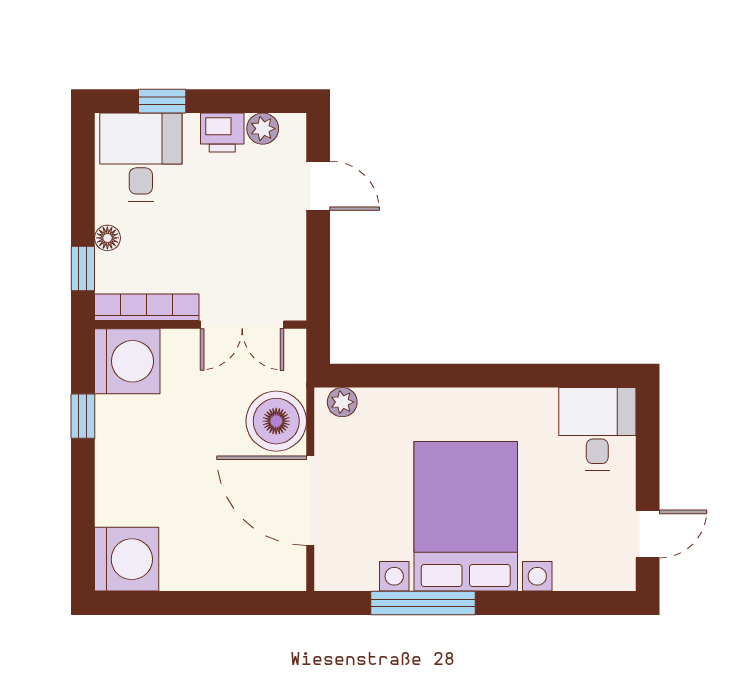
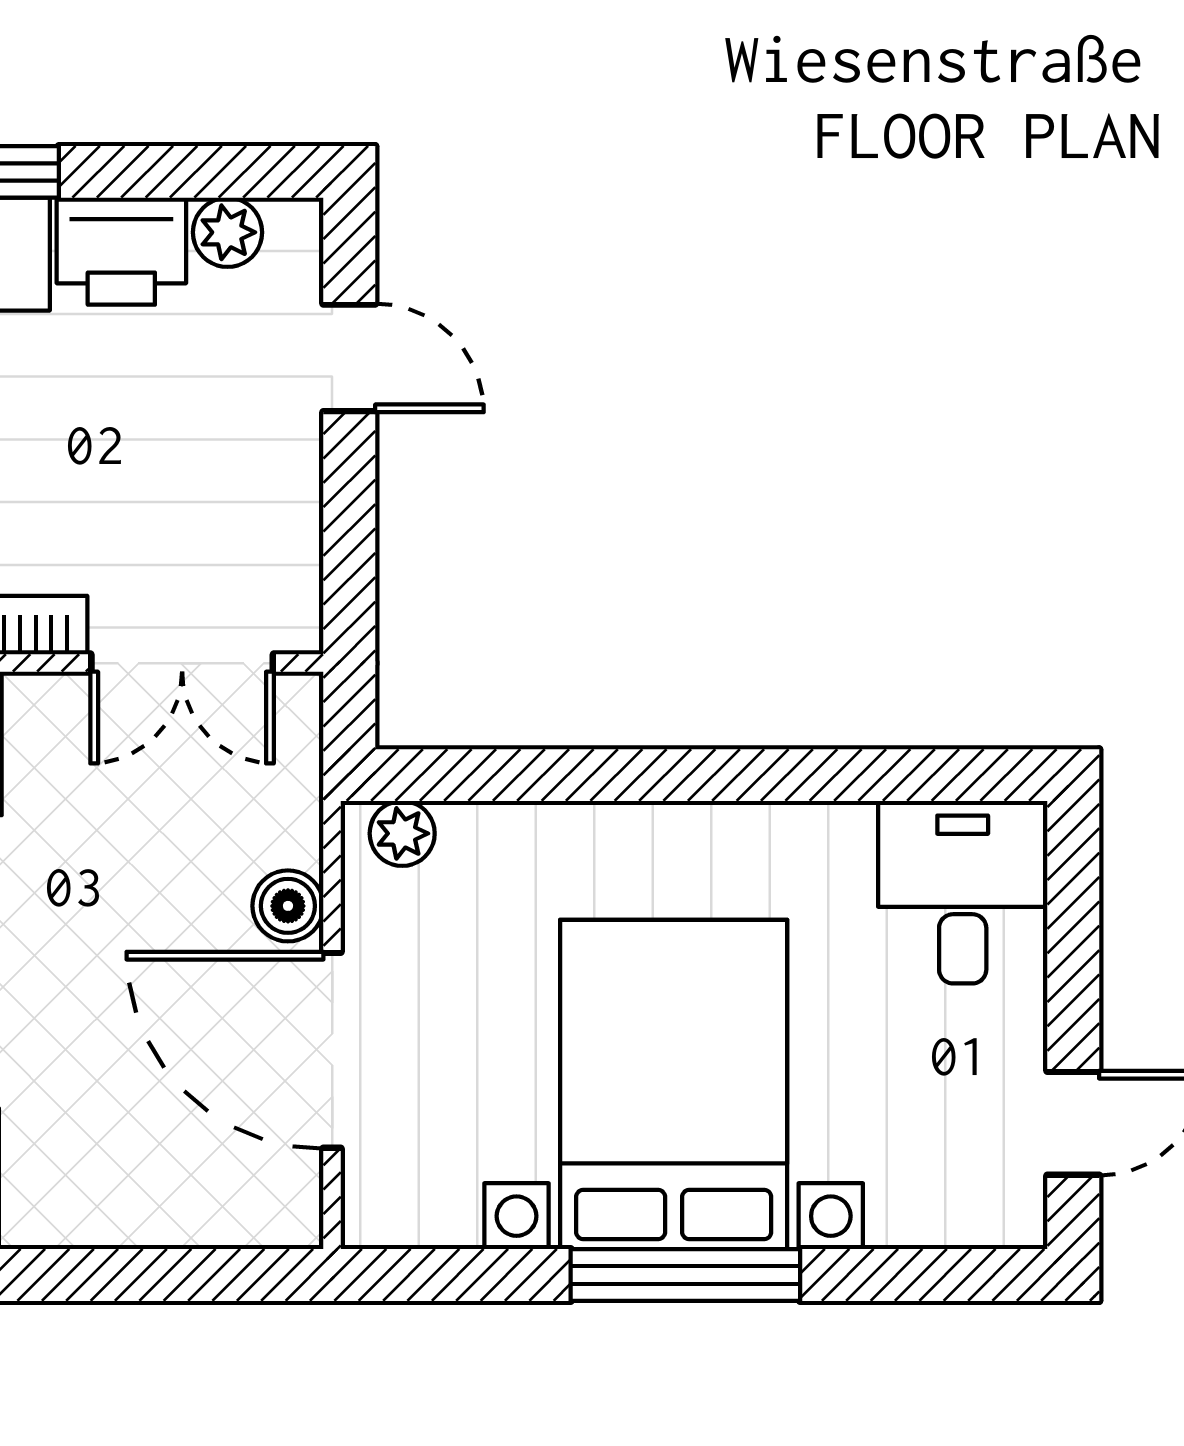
printer: (222, 132) -> (121, 251), width x1.36, depth x1.24
boiler: (276, 421) -> (288, 906), width x0.54, depth x0.54
window: (423, 603) -> (685, 1275), moved

